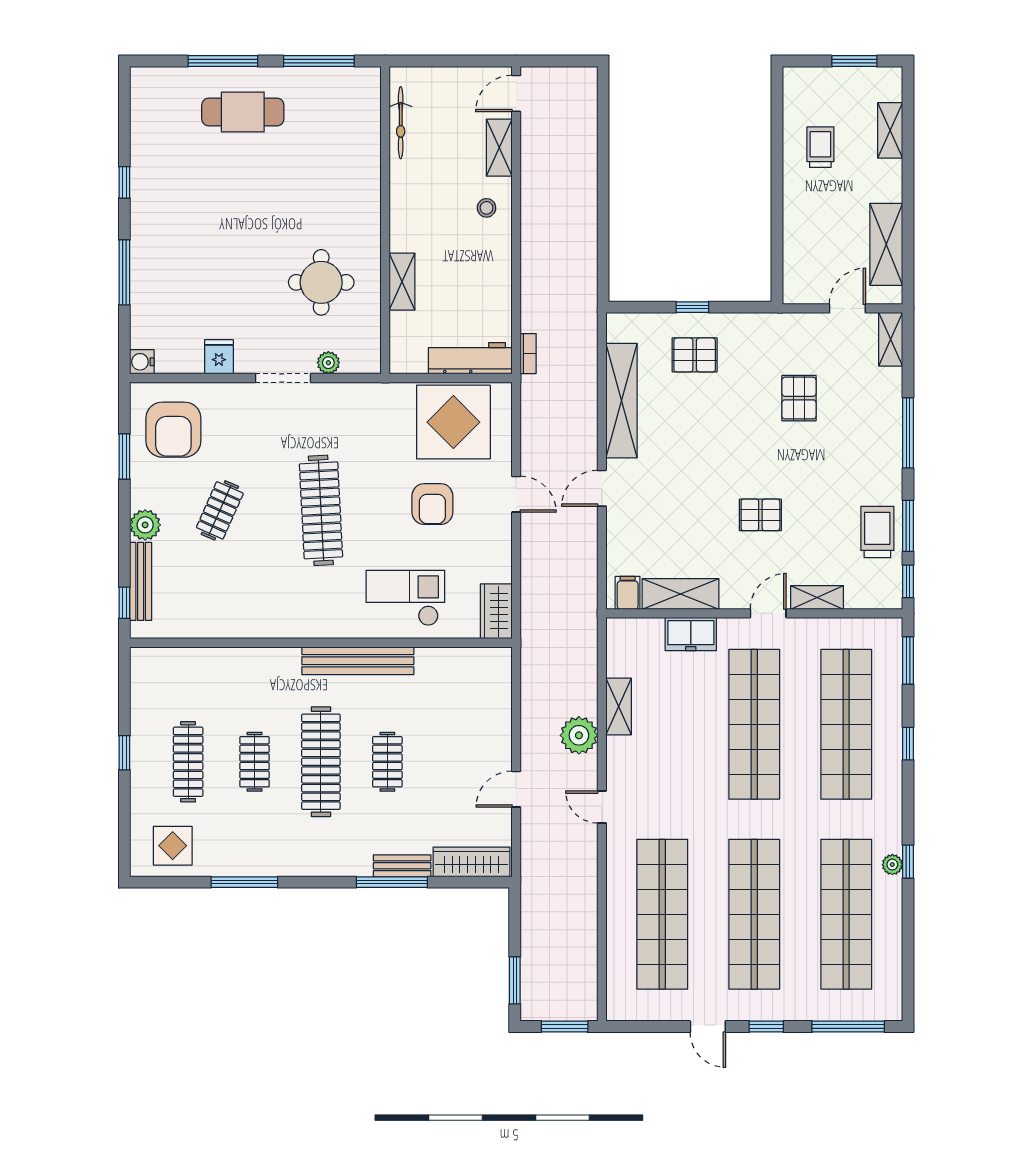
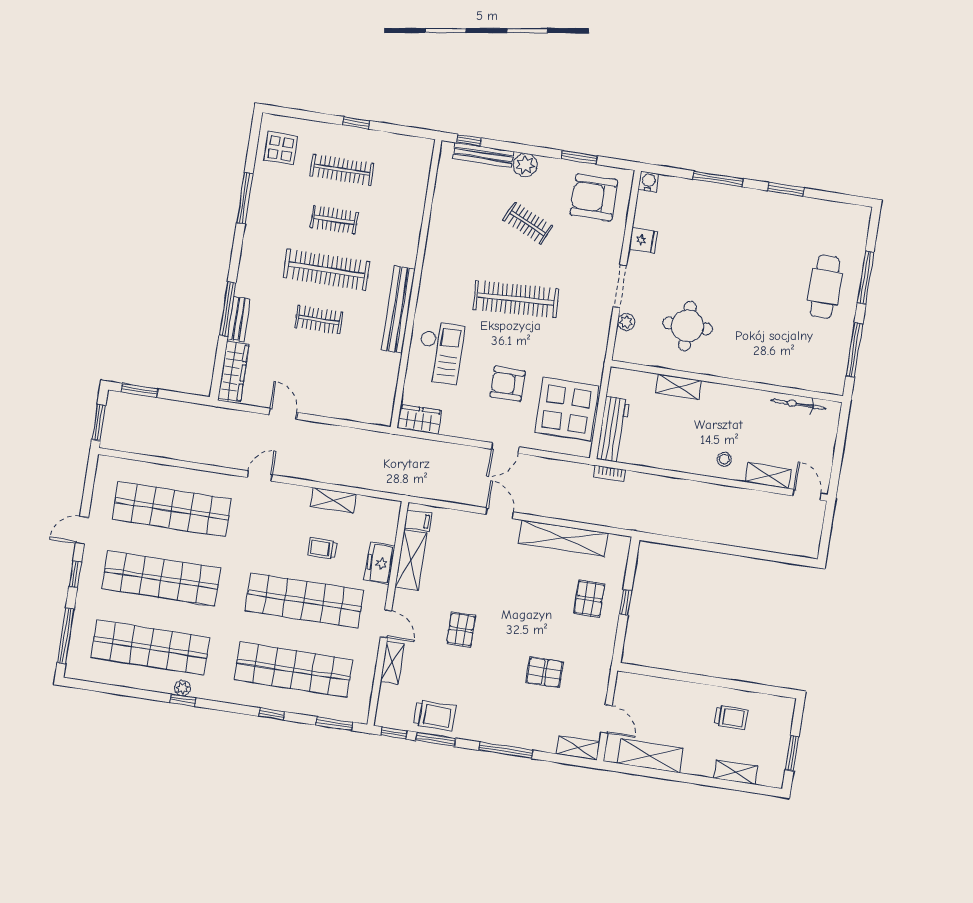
window: (124, 182) -> (786, 189), width x1.50
trolley: (683, 711) -> (322, 548), added
plant: (579, 735) -> (316, 467), removed

